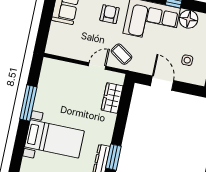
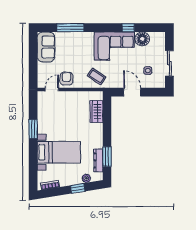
armchair: (110, 14) -> (67, 79), moved
door: (97, 66) -> (52, 90), moved
window: (28, 103) -> (33, 129), width x0.69

